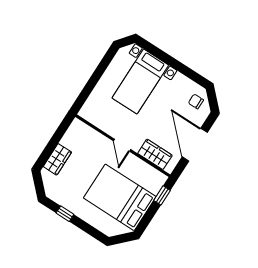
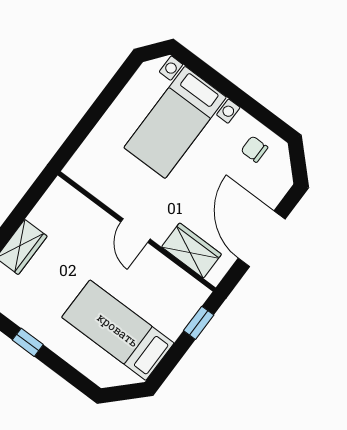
chair: (196, 101) -> (254, 149), moved
bed: (120, 197) -> (118, 330), width x0.67

